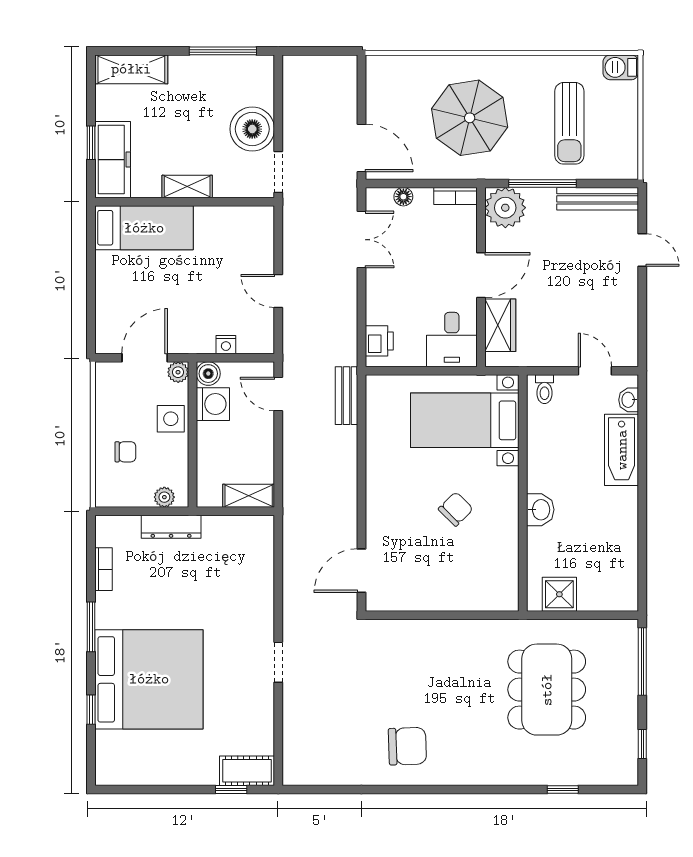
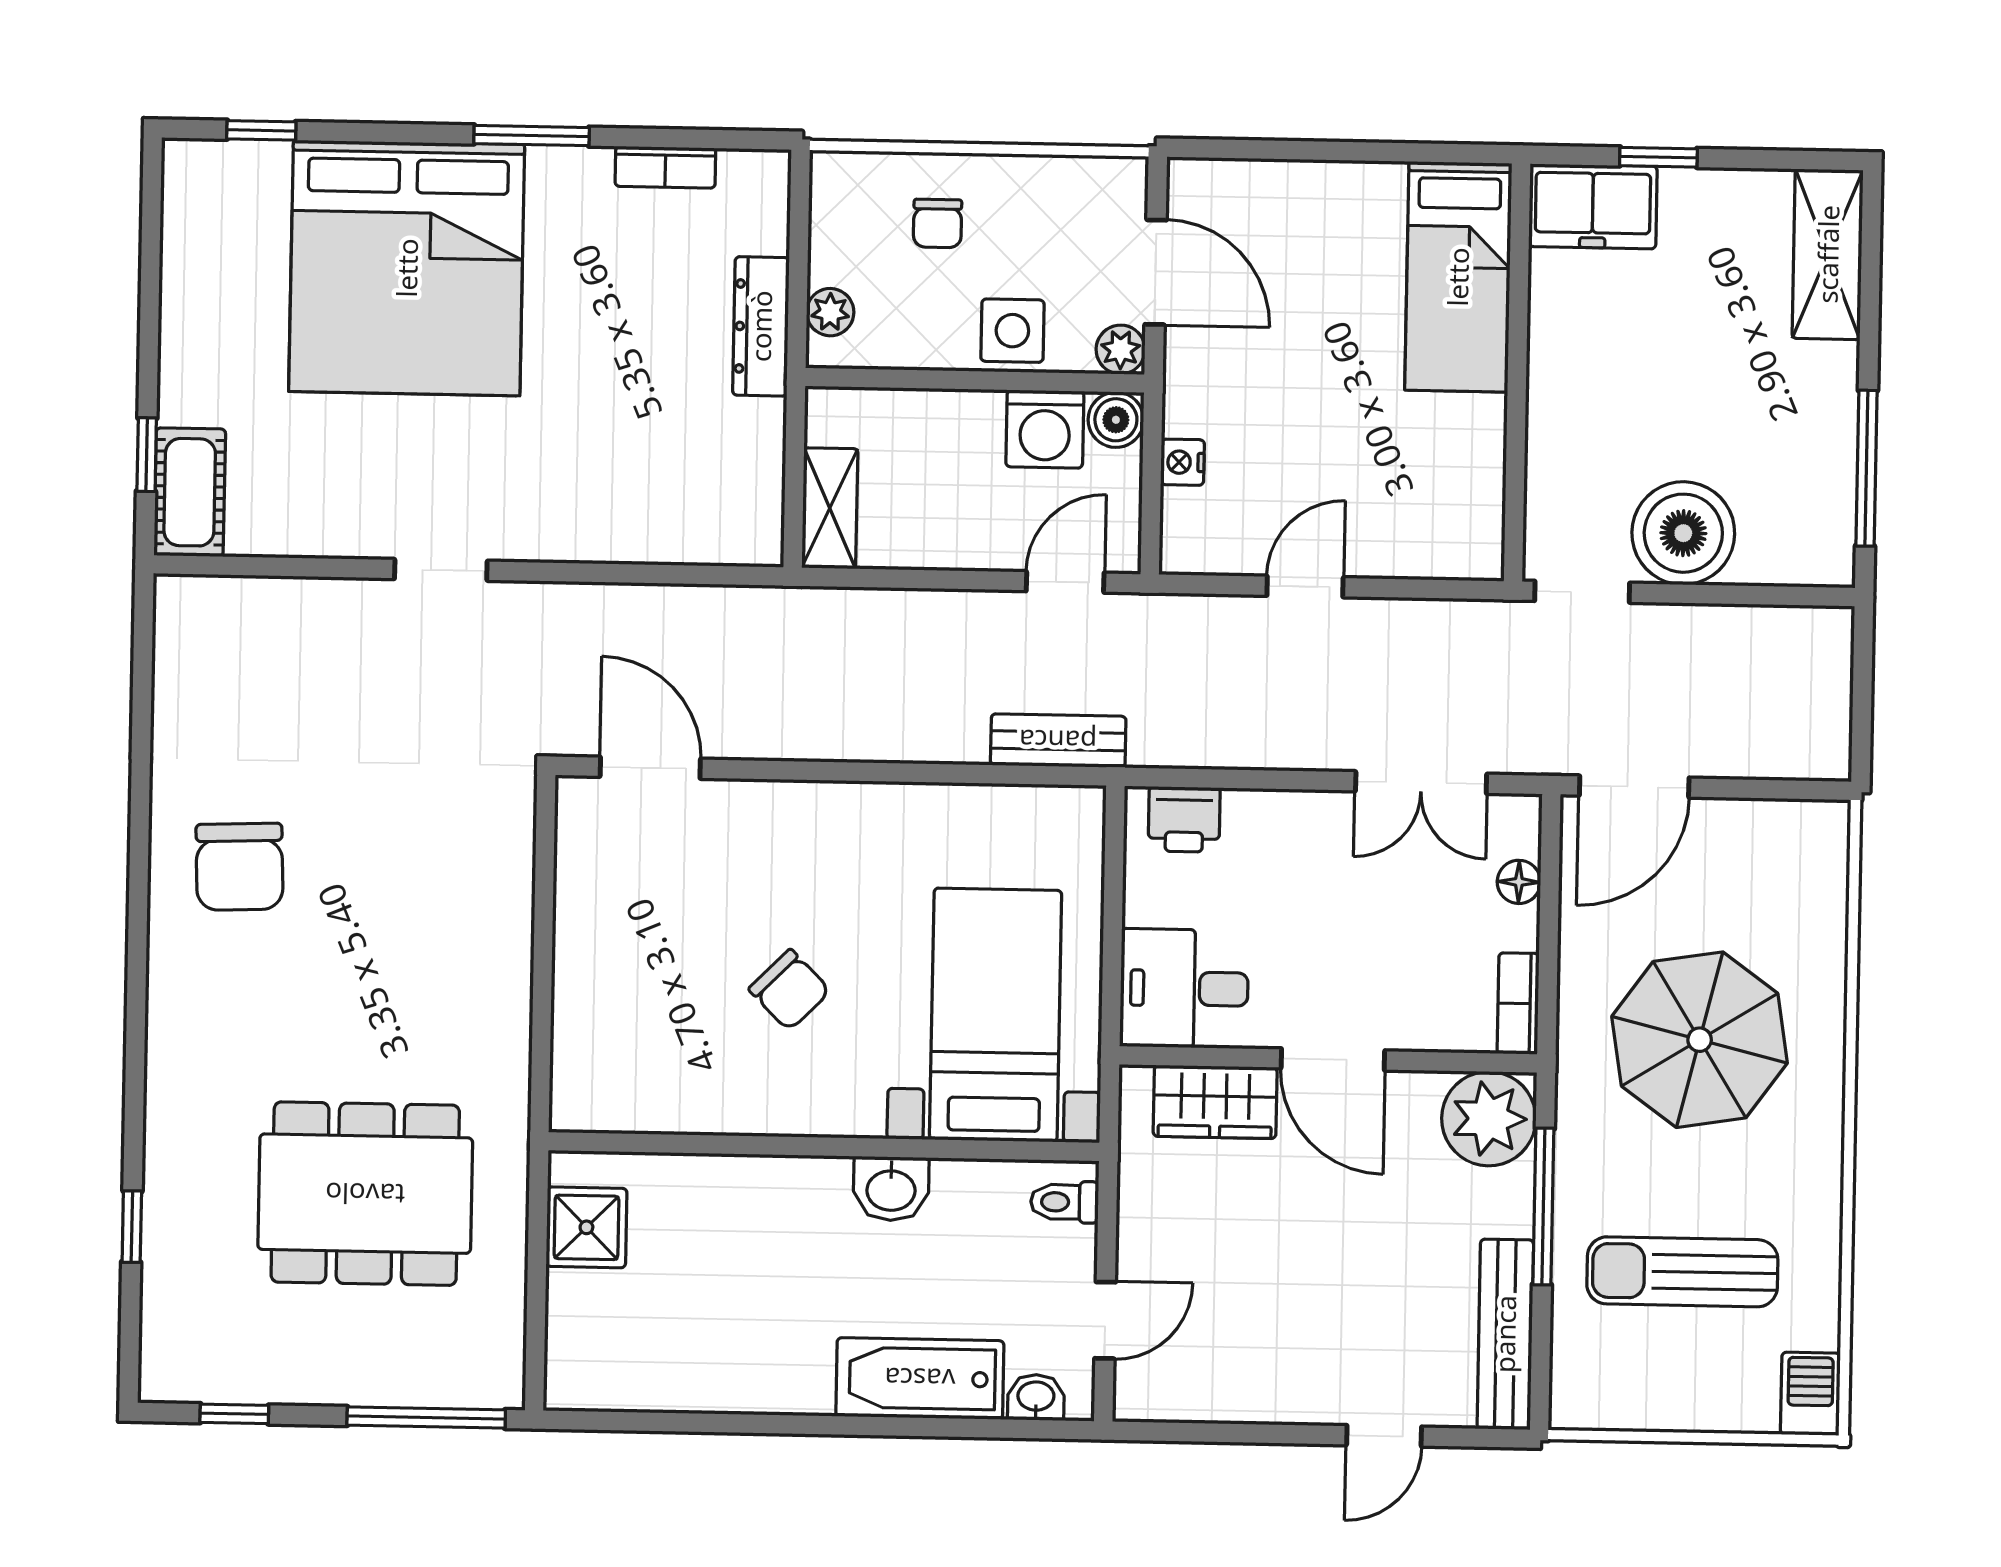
freezer: (113, 160) -> (1593, 206), width x0.71
shelving: (187, 187) -> (1552, 379), removed
washbasin: (540, 510) -> (891, 1189), moved
window: (91, 710) -> (261, 130), moved

